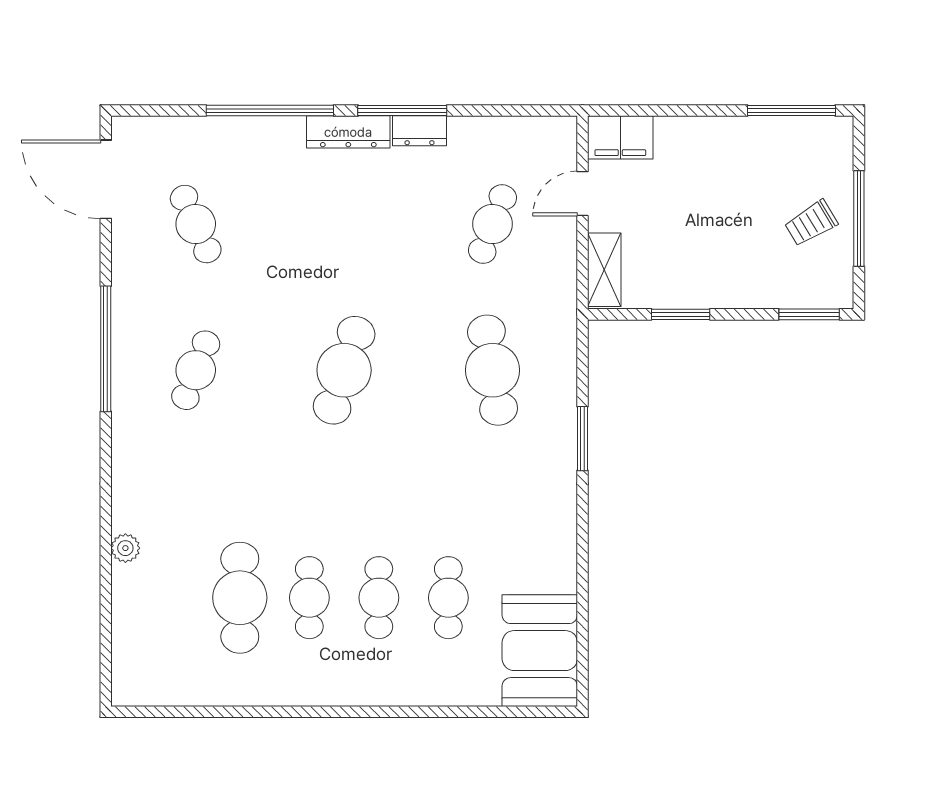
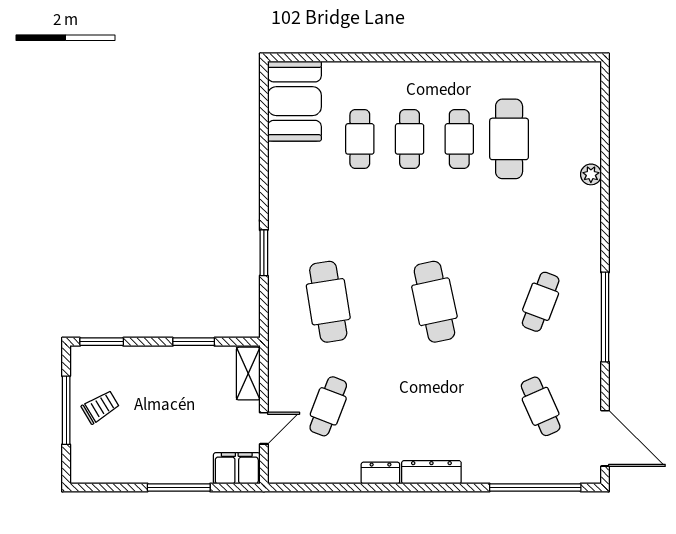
window: (270, 111) -> (535, 488), moved
window: (402, 111) -> (393, 488), removed
window: (791, 111) -> (179, 488), moved
cafe table: (344, 370) -> (434, 302), turned -30

